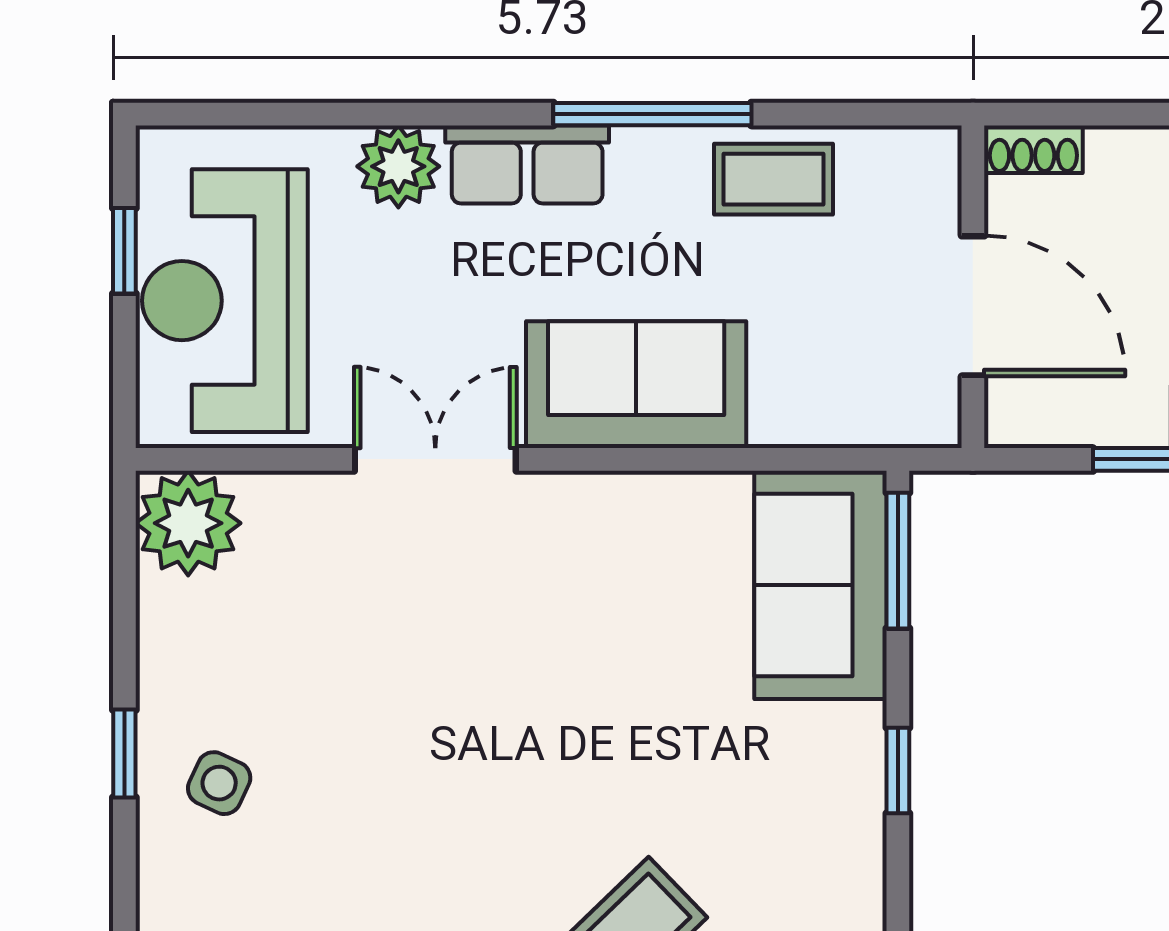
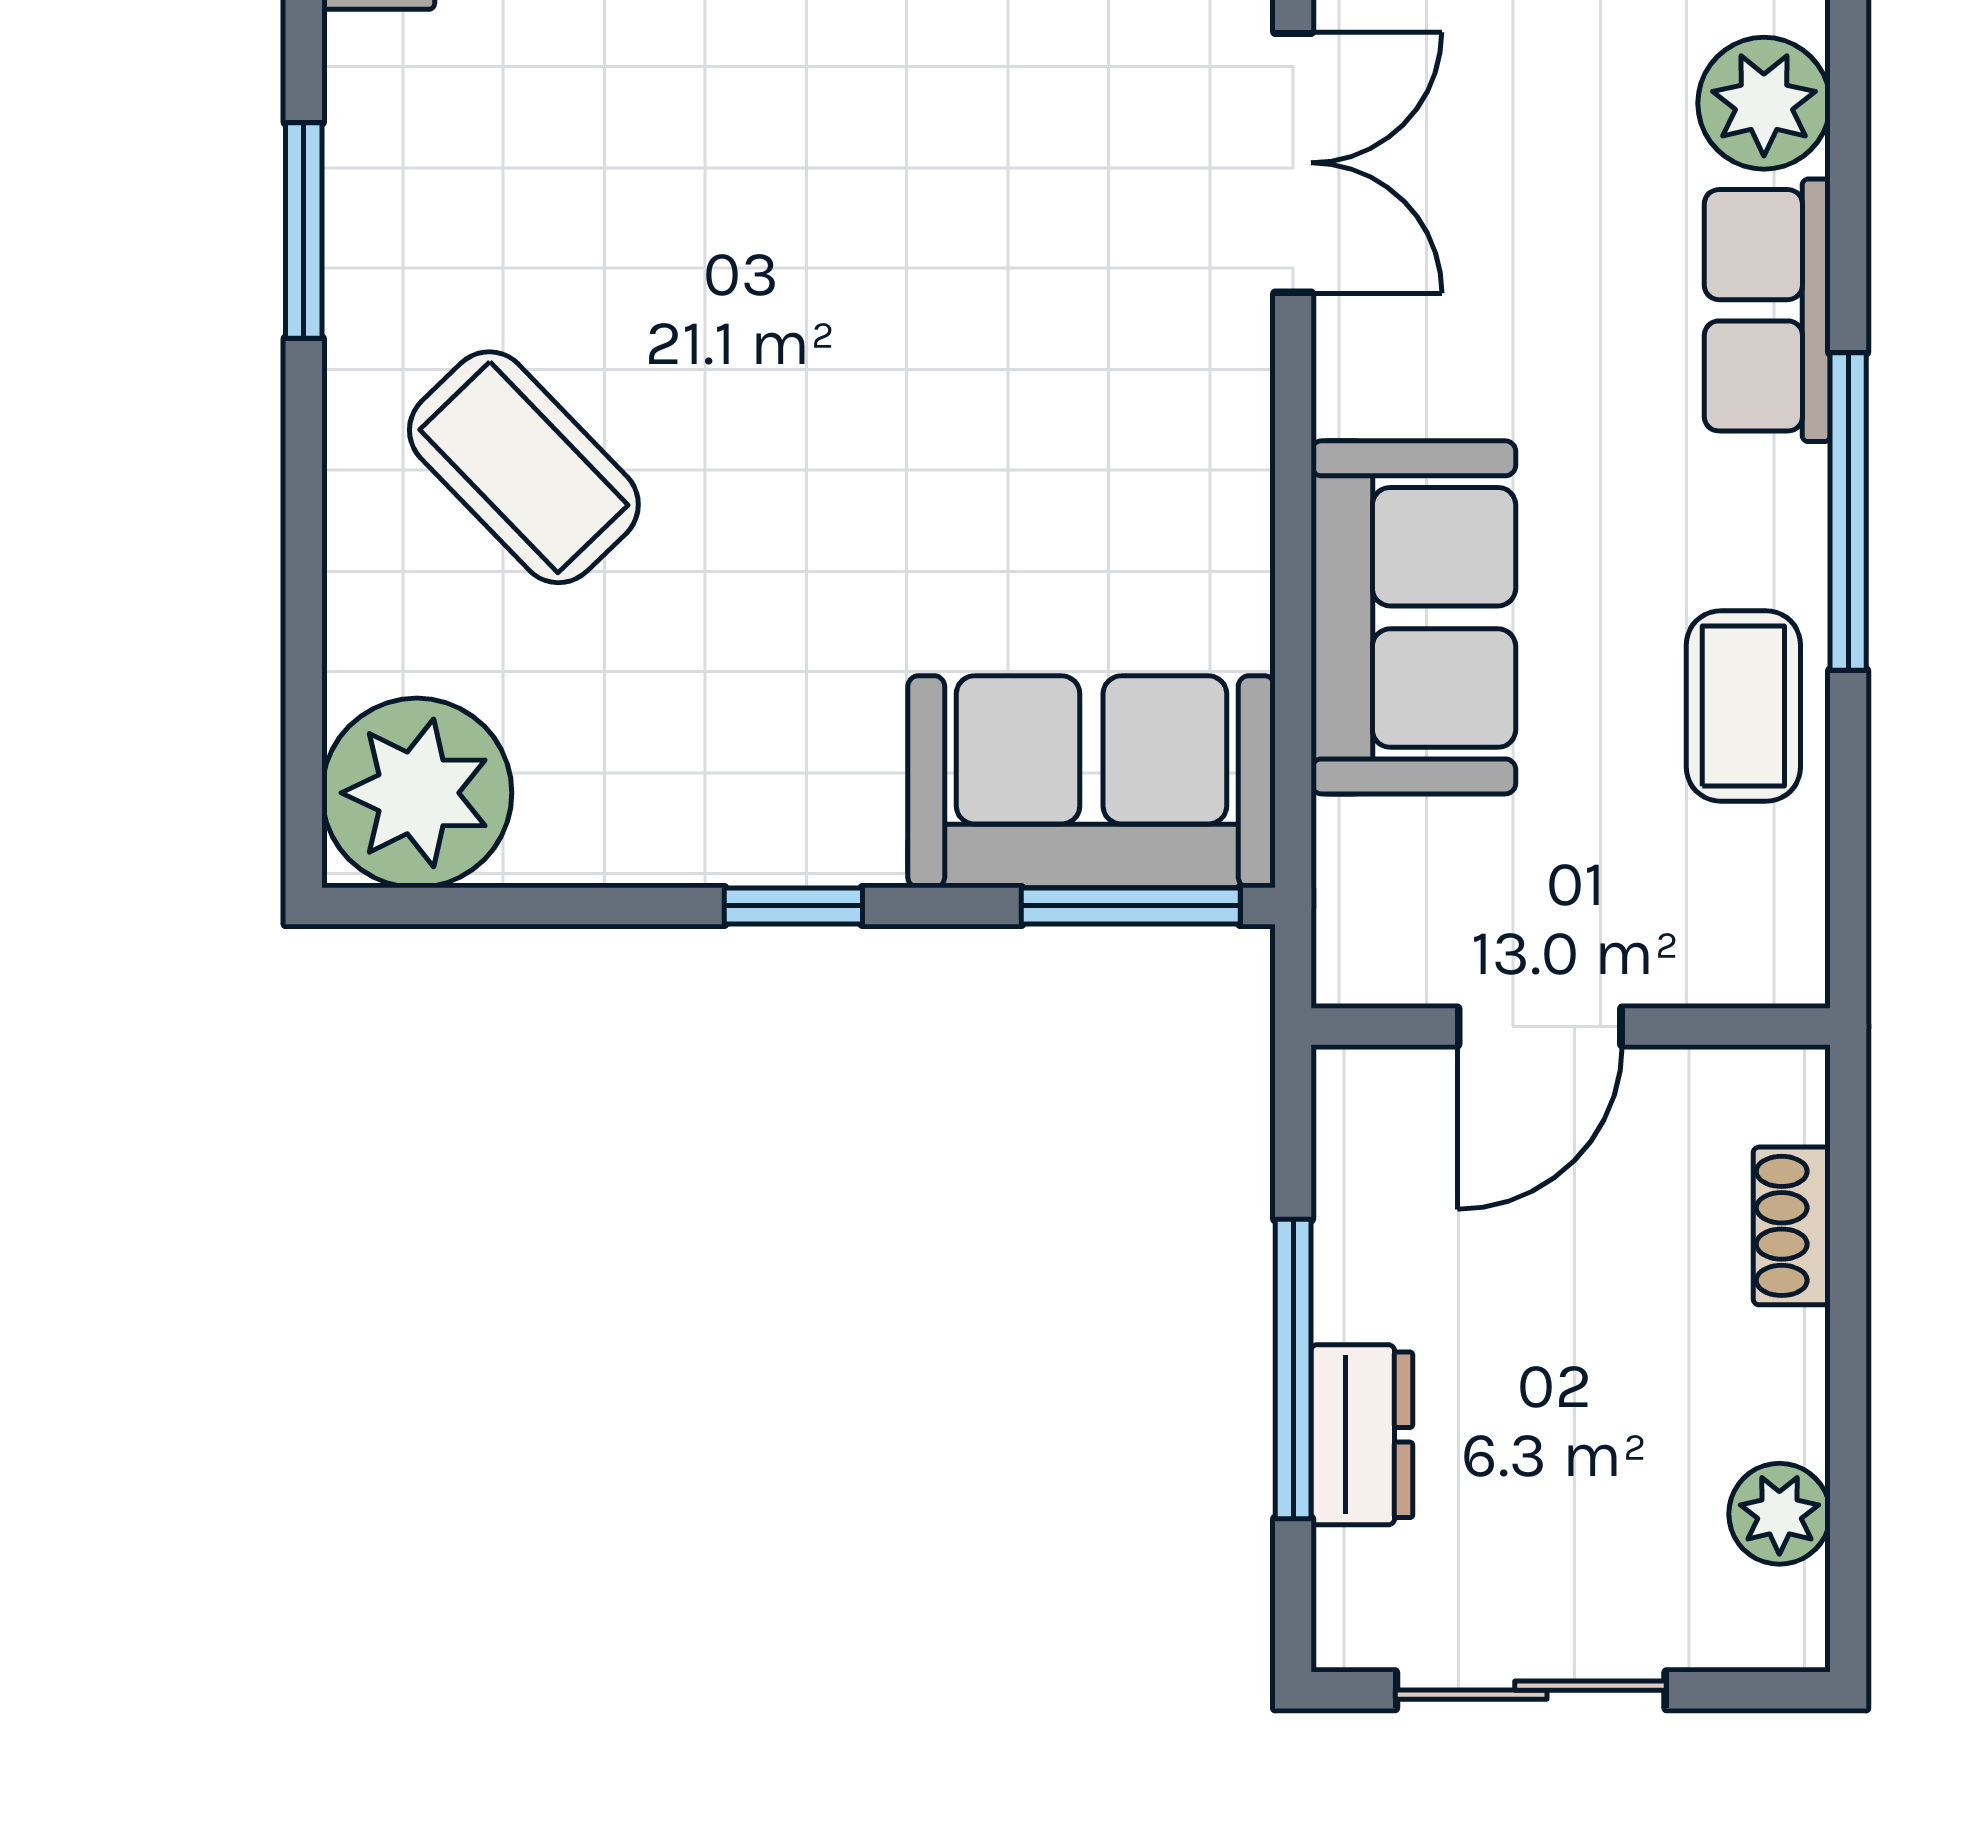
shoe rack: (1033, 149) -> (1792, 1226), moved
door: (973, 306) -> (1540, 1027), width x0.73
sofa: (636, 385) -> (1413, 617), moved

